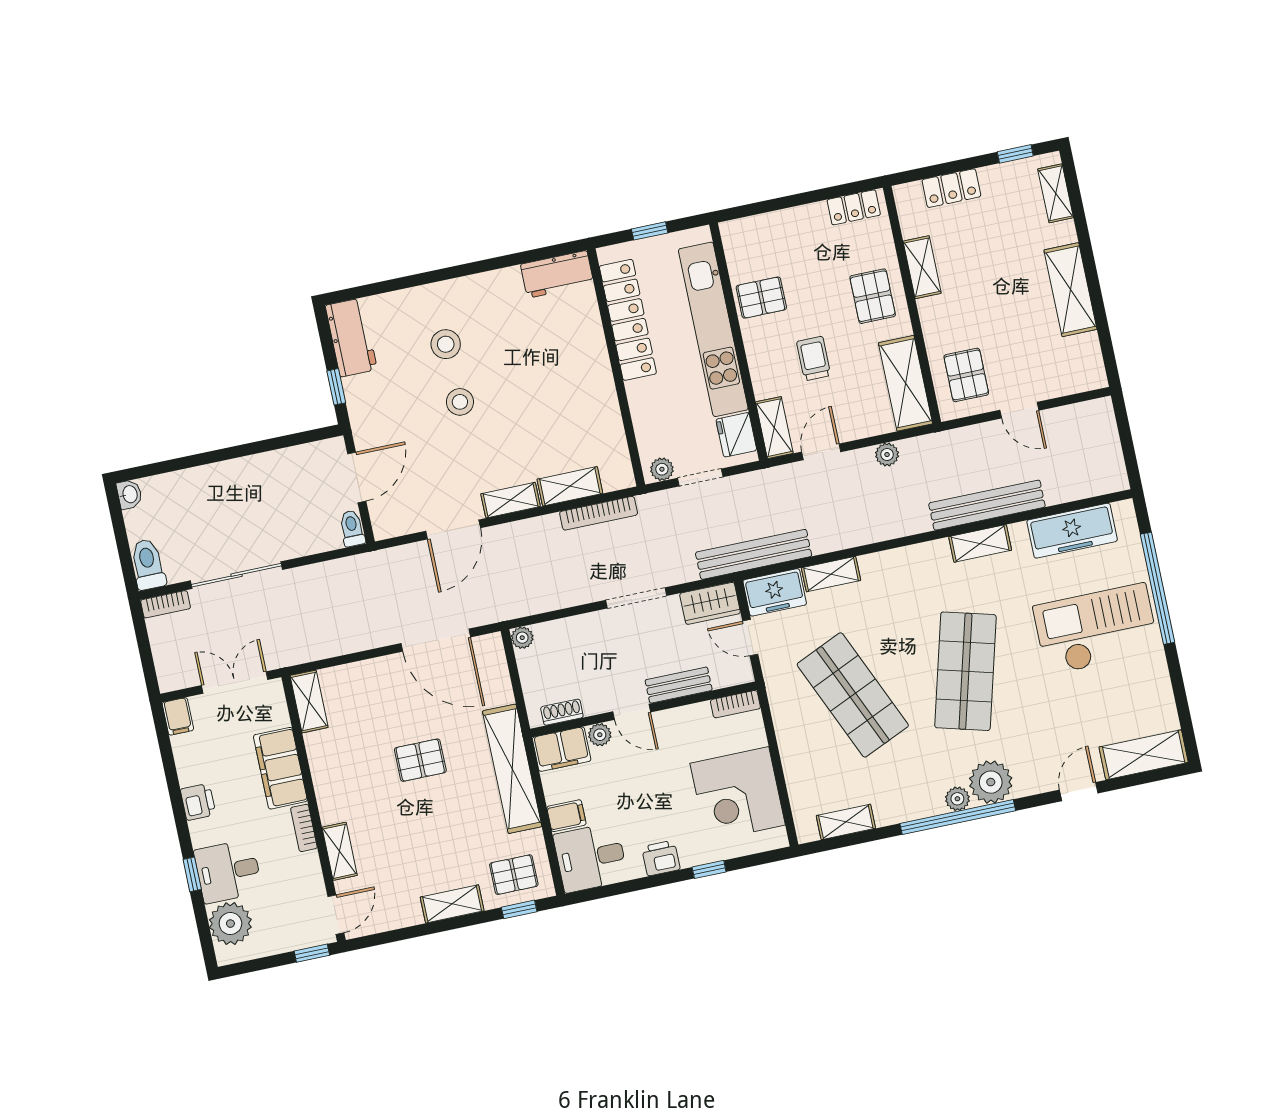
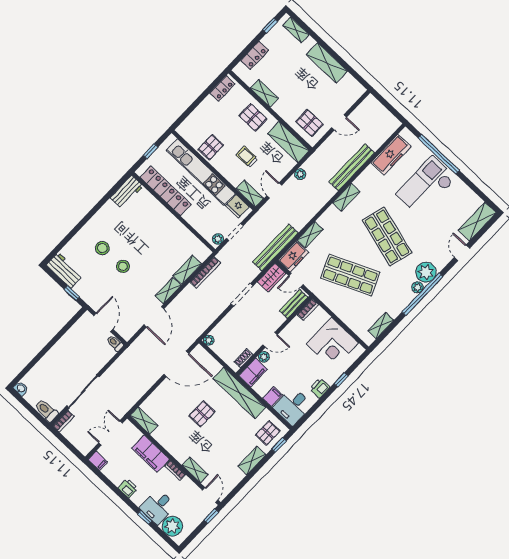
shelving: (980, 543) -> (346, 197), moved
bench: (679, 685) -> (294, 304), moved

